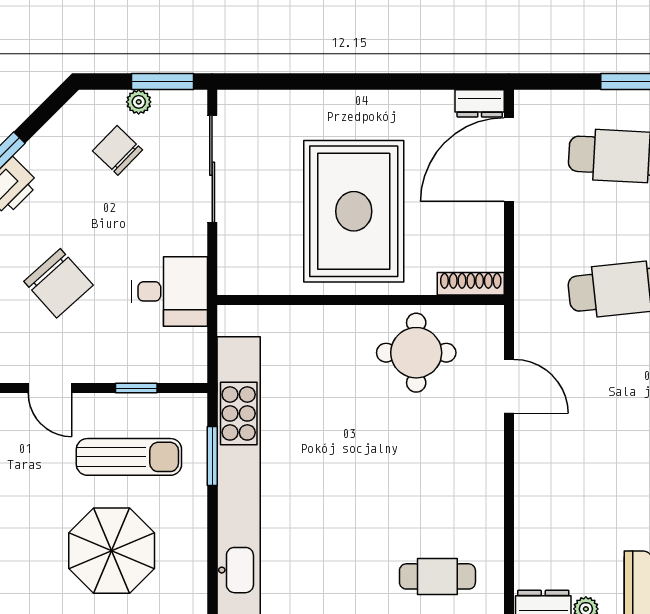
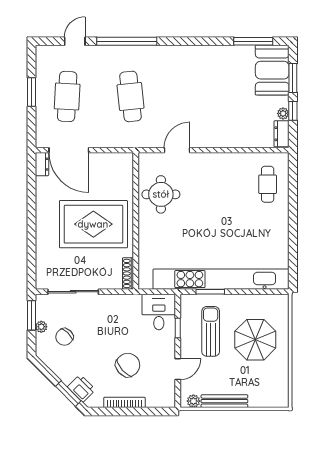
shoe rack: (471, 284) -> (128, 273), moved
desk: (170, 291) -> (159, 312), moved

